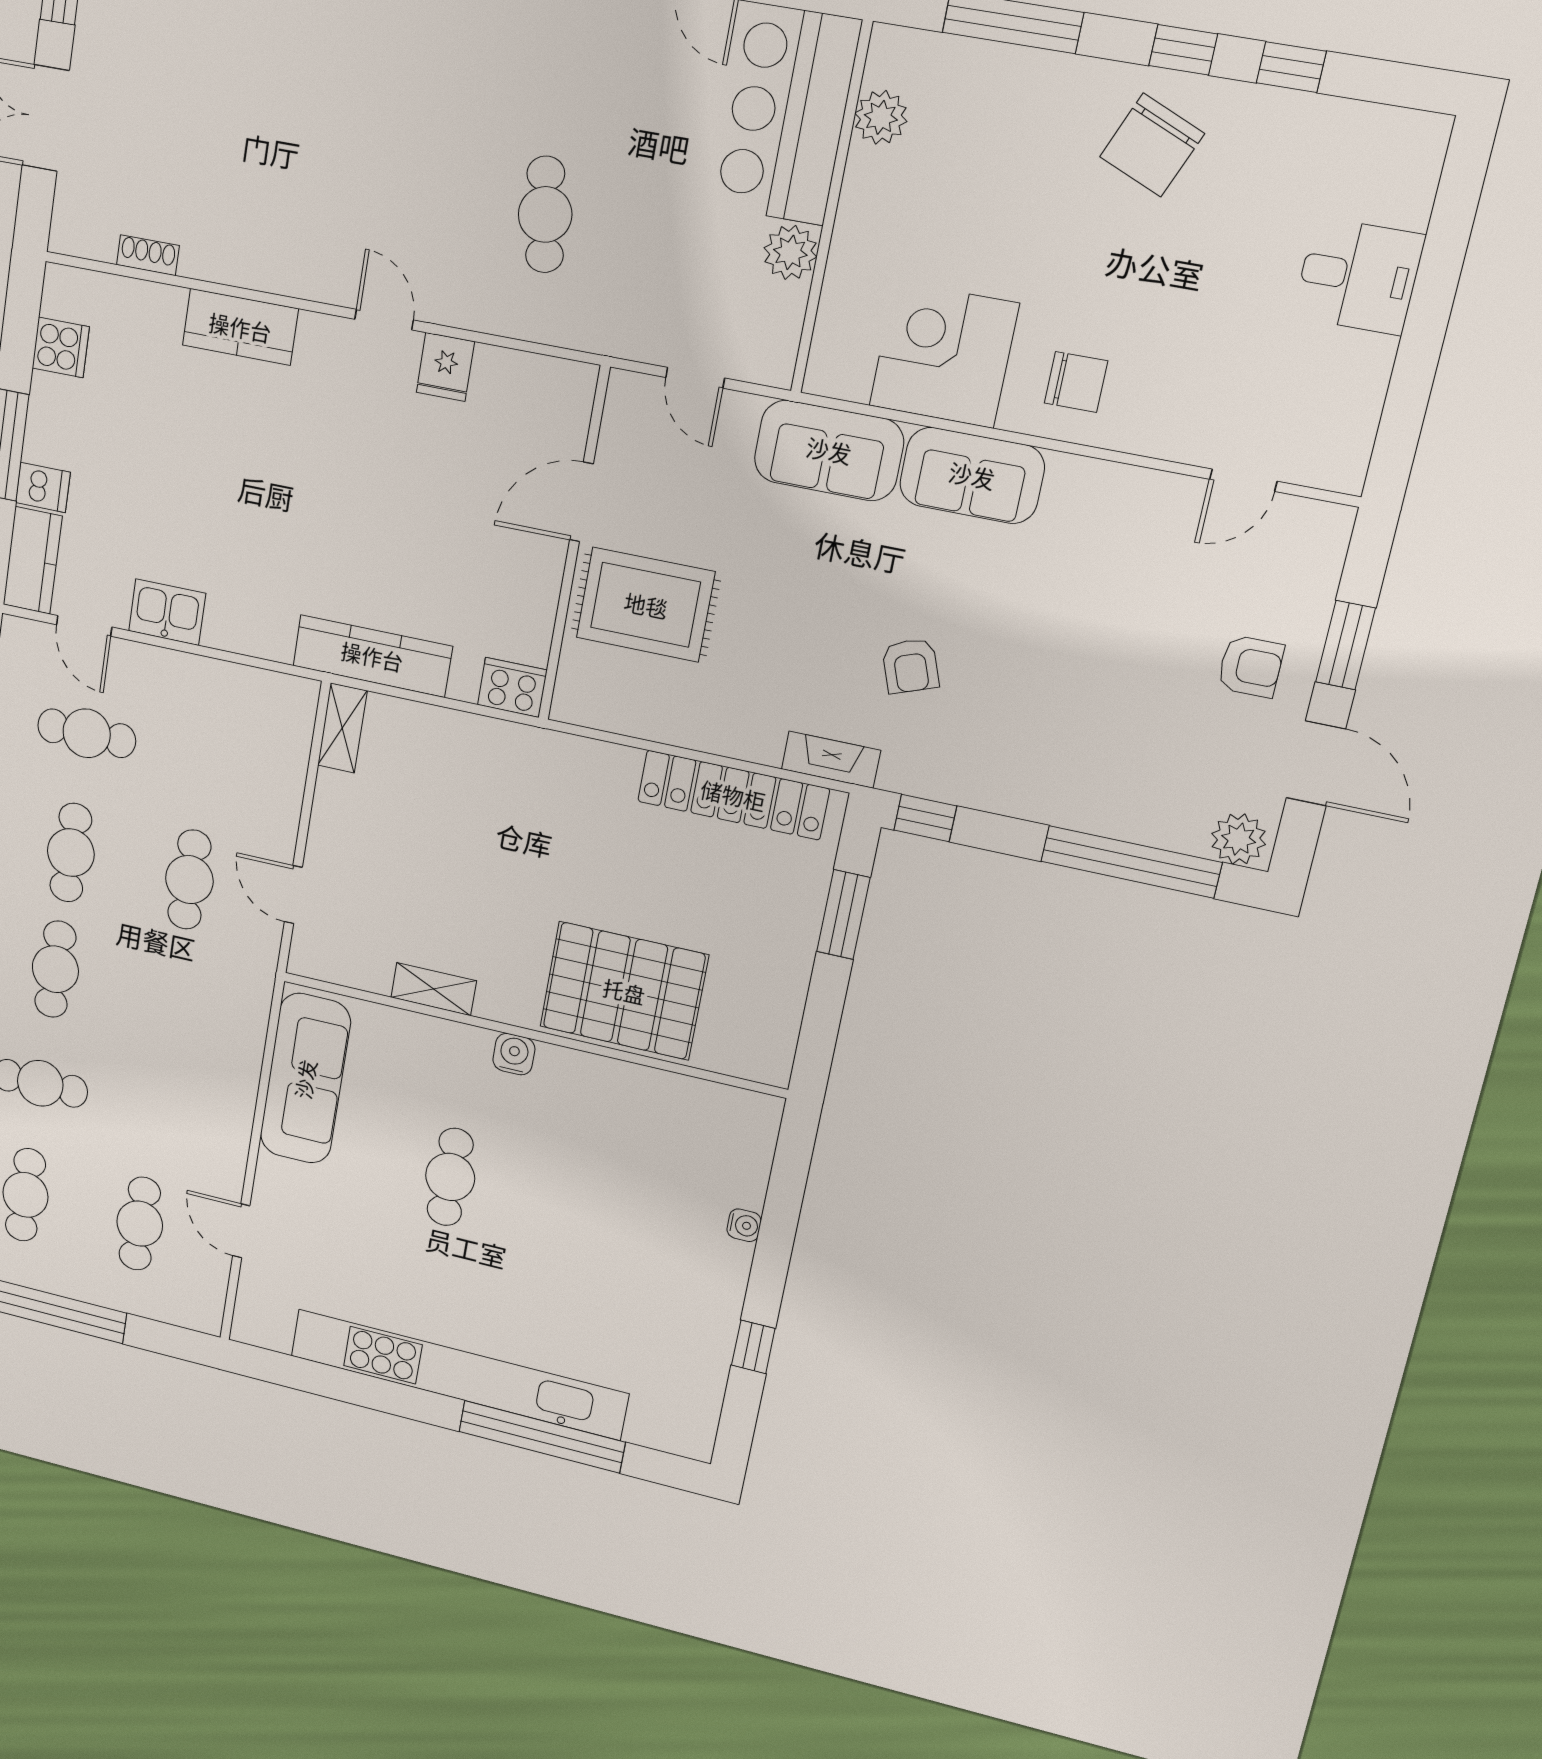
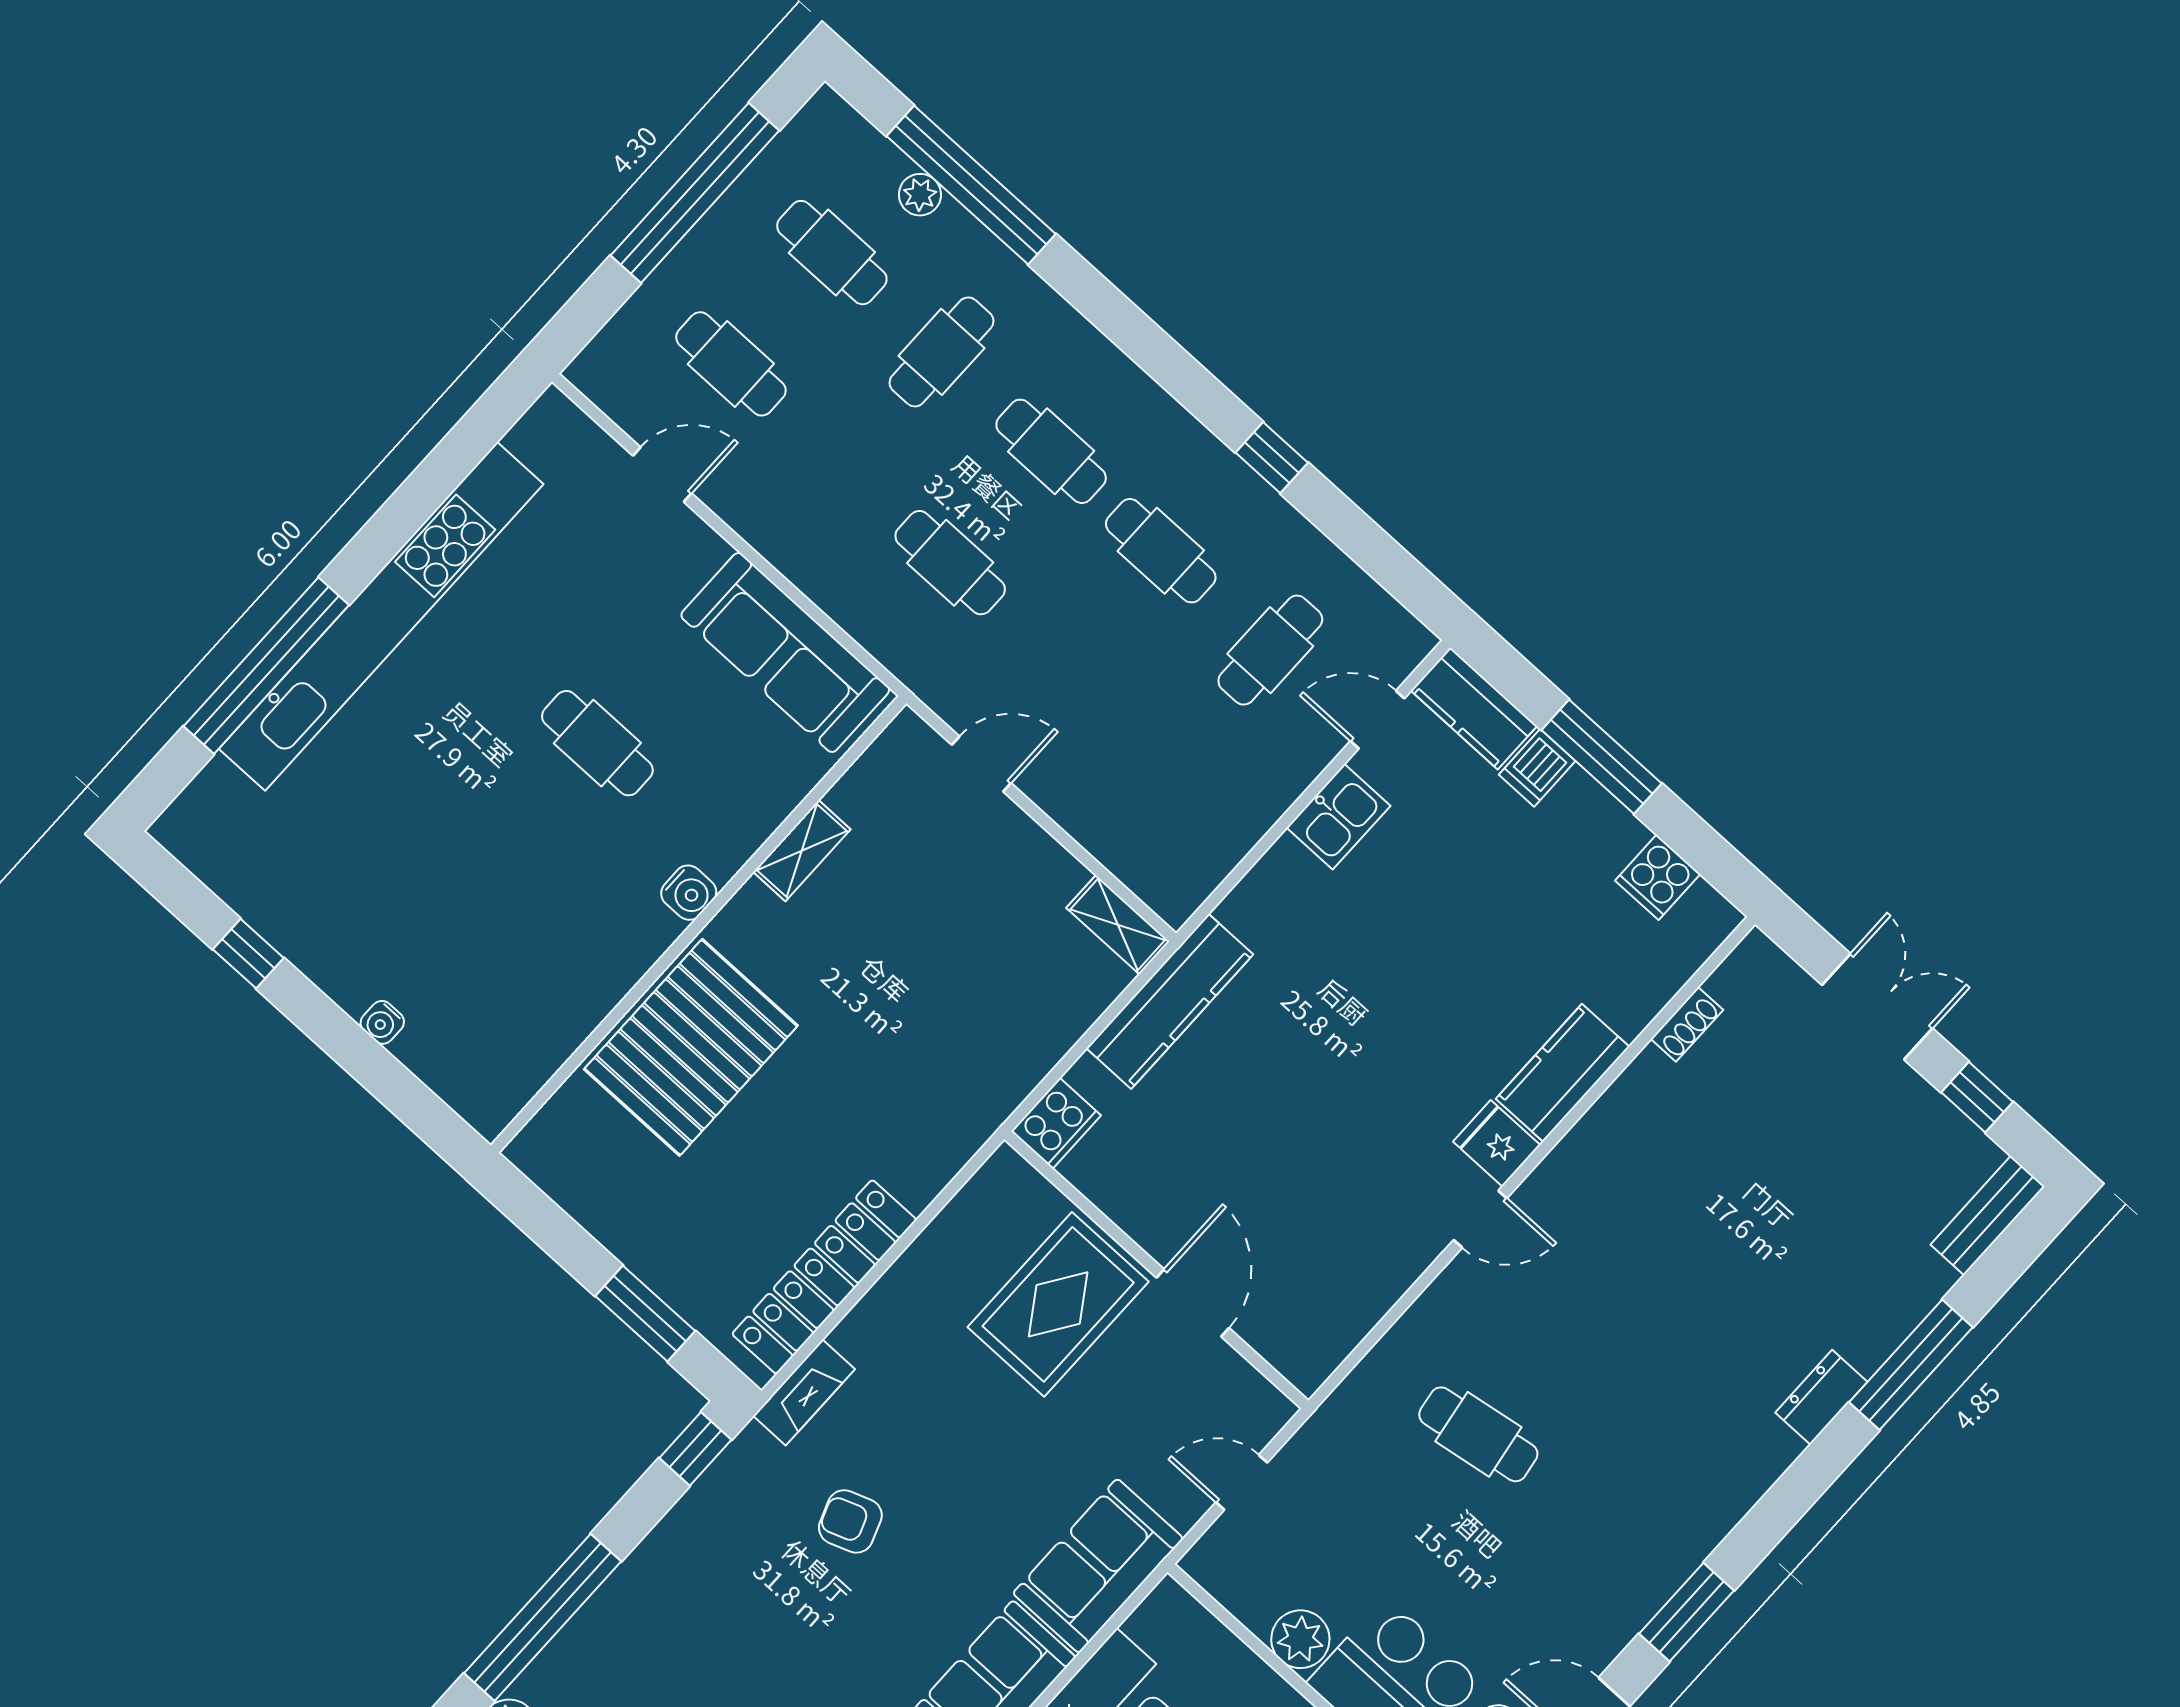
fridge: (445, 367) -> (1497, 1143), moved
cafe table: (189, 880) -> (950, 563), moved

